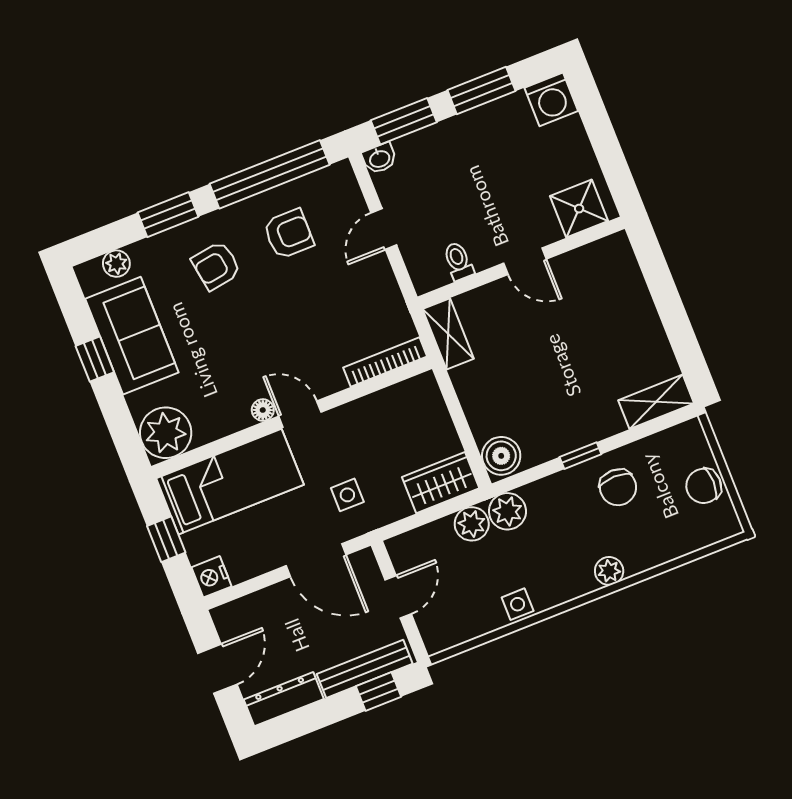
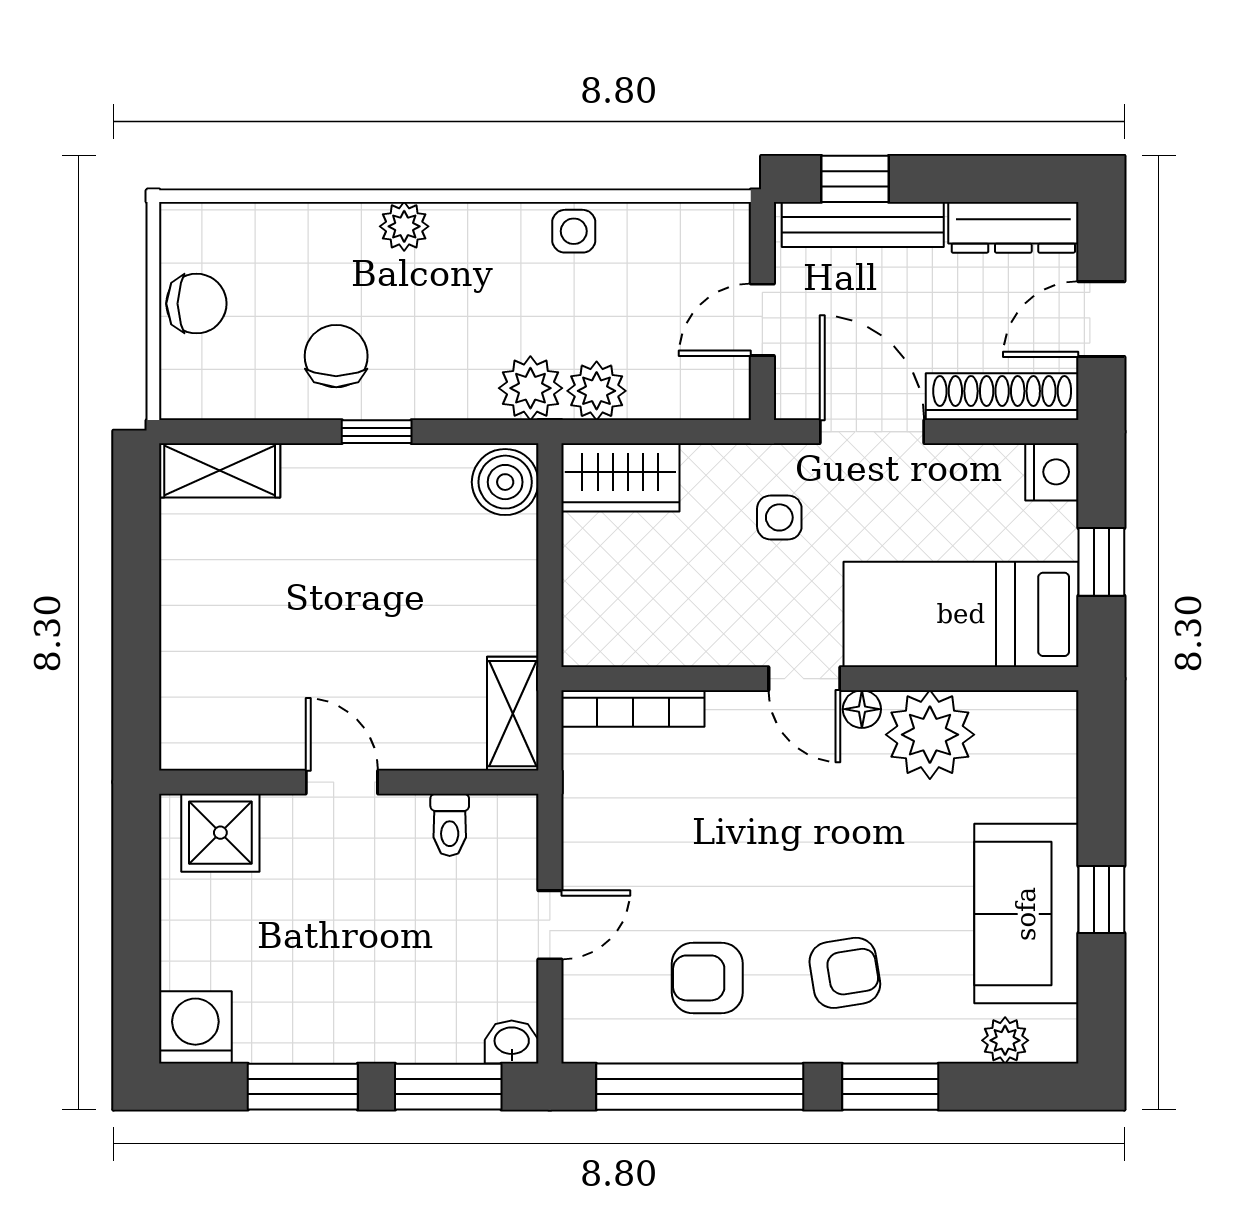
plant: (166, 433) -> (930, 735), moved
shoe rack: (254, 606) -> (1002, 397), added

